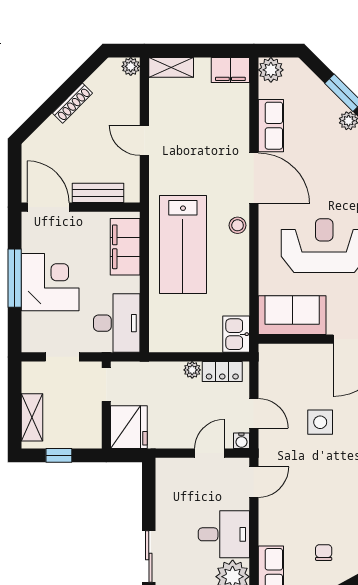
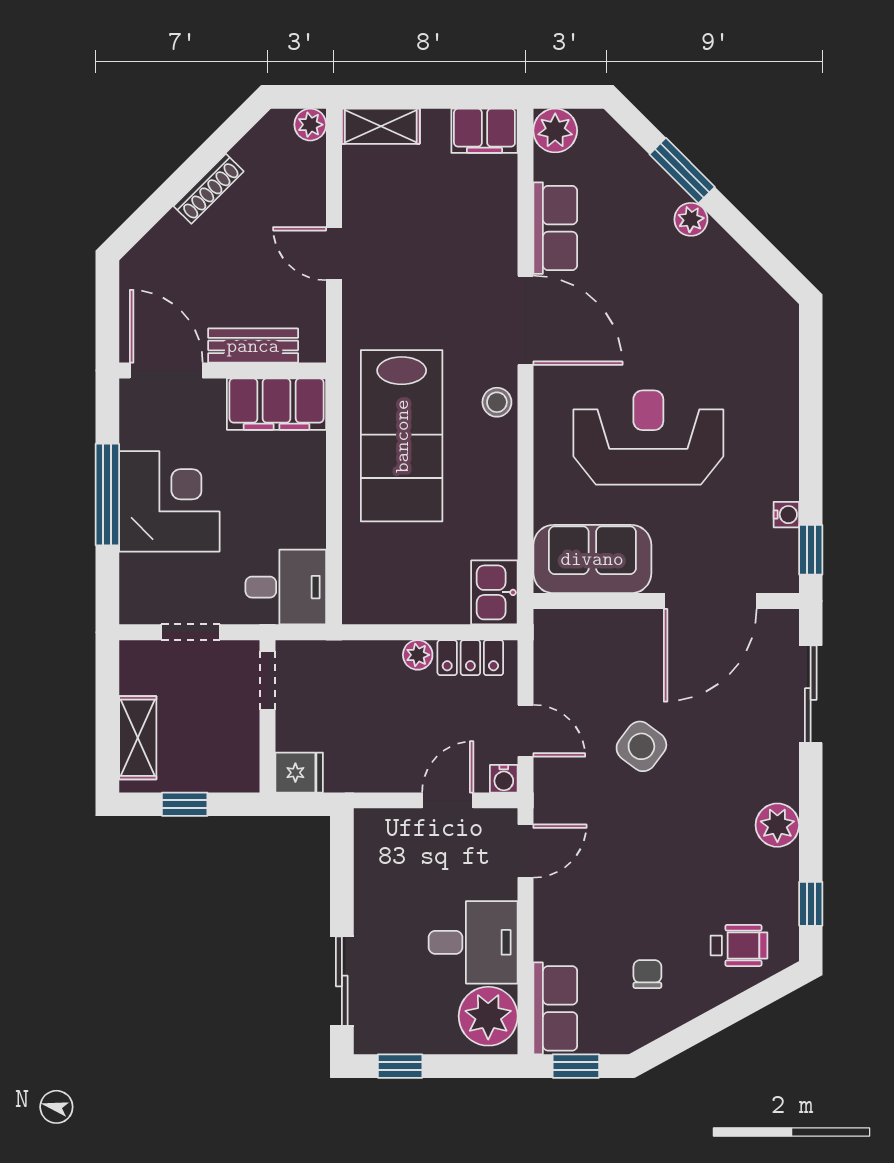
filing cabinet: (125, 247) -> (277, 404), moved, turned -90
desk: (117, 323) -> (286, 587), width x0.73
side table: (320, 422) -> (641, 746), turned 37
fridge: (129, 427) -> (299, 773), width x0.53, depth x0.75

